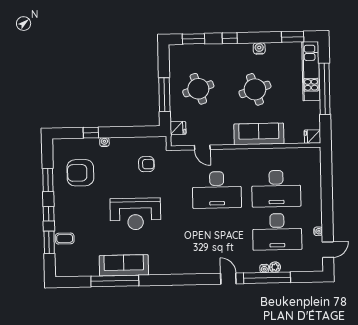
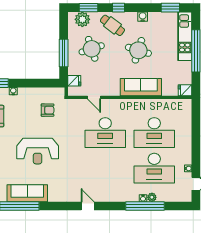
plant: (186, 53) -> (82, 19), added
cafe table: (223, 60) -> (112, 25), added
round table: (255, 89) -> (138, 50), turned 35
door: (228, 279) -> (88, 206), moved

